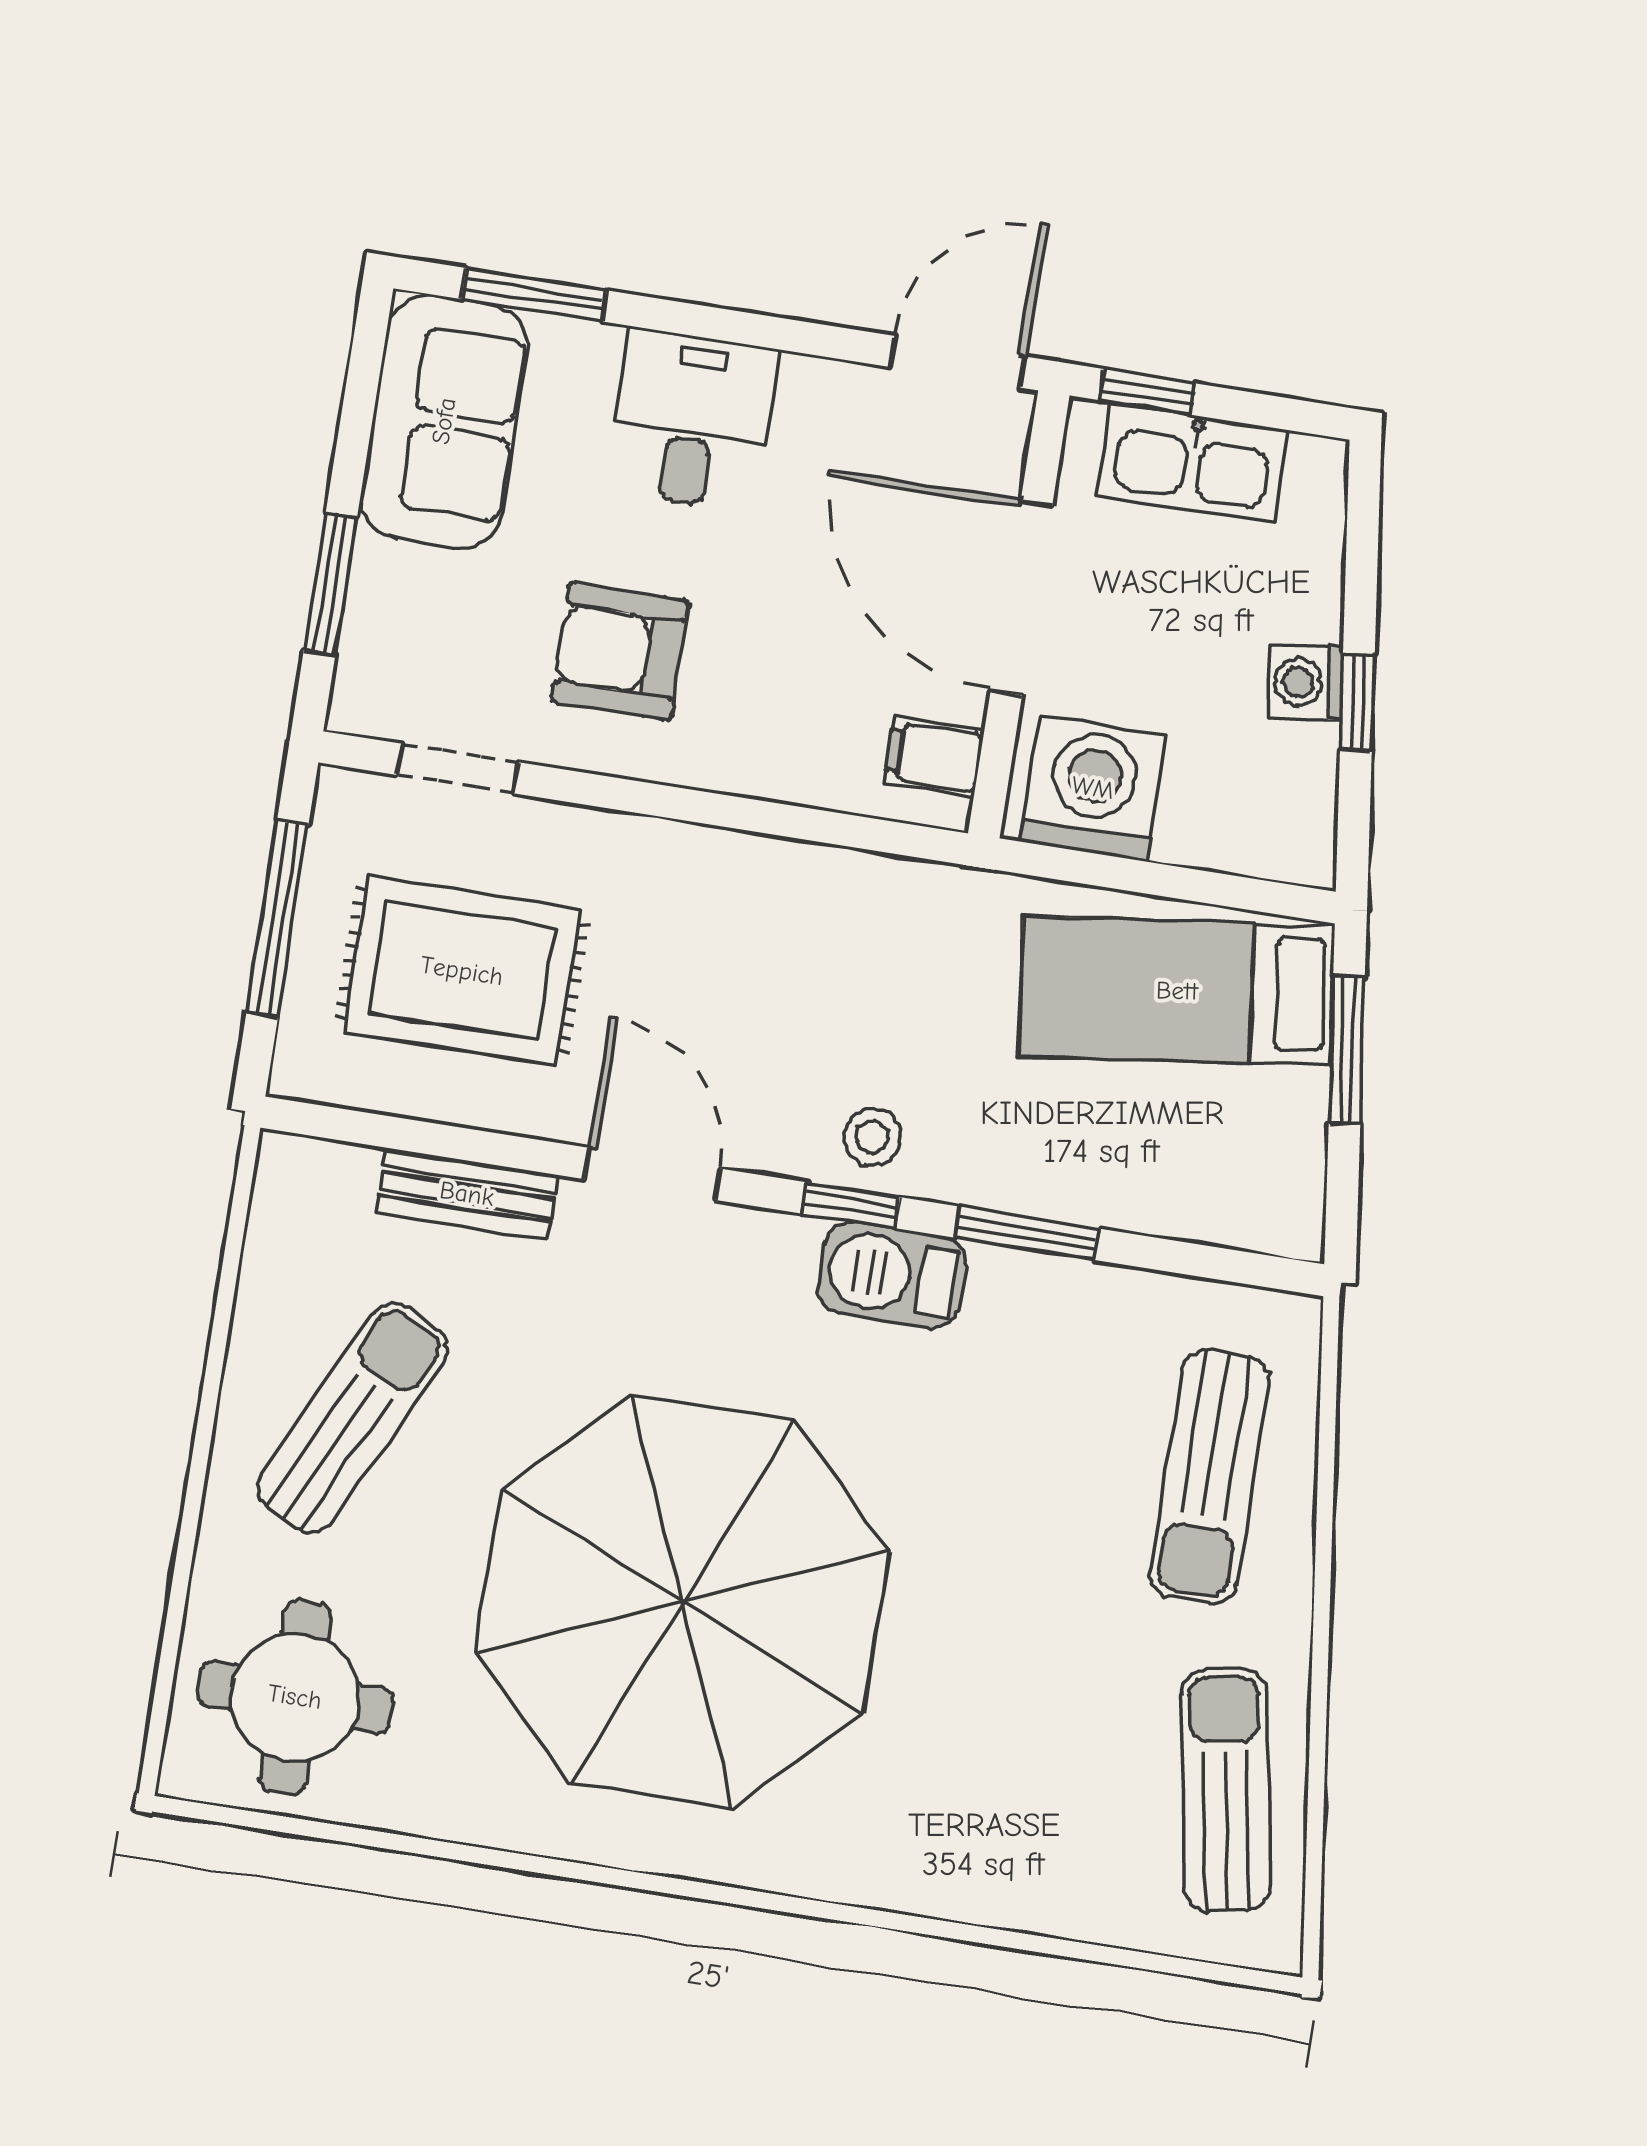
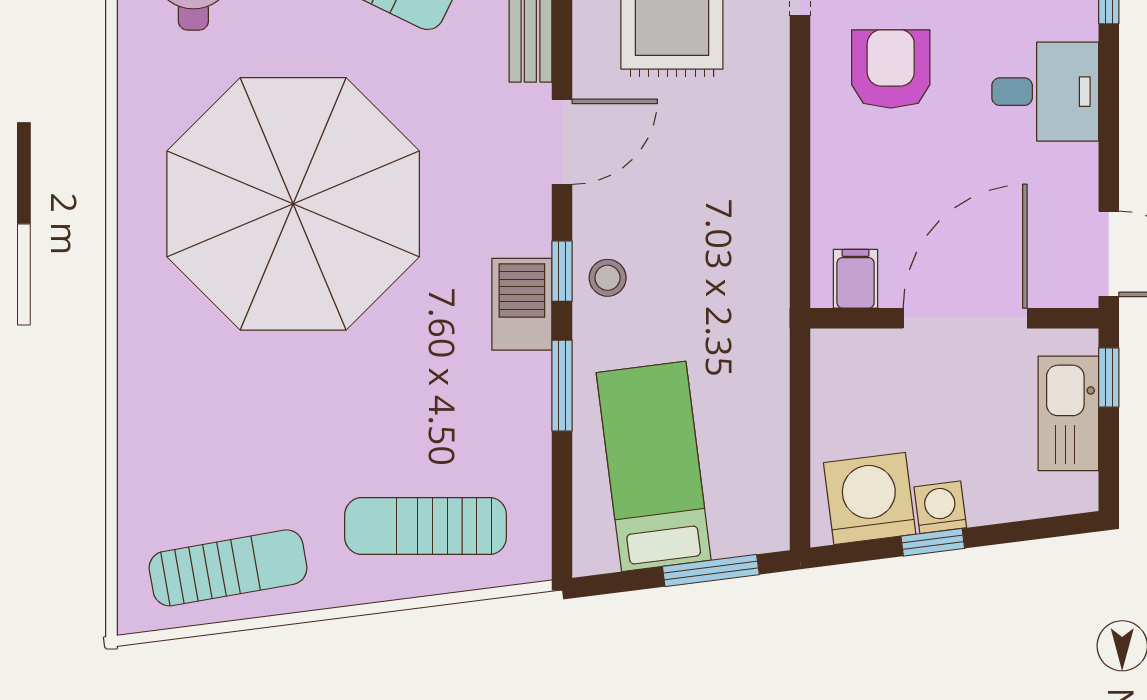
washing machine: (1093, 788) -> (870, 498), moved, turned -97
bed: (1177, 991) -> (654, 466), moved

